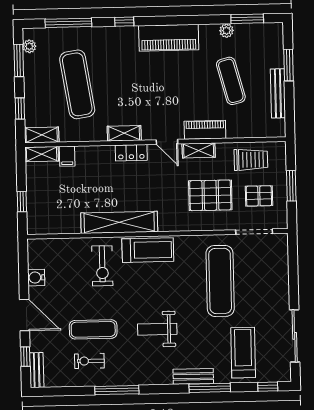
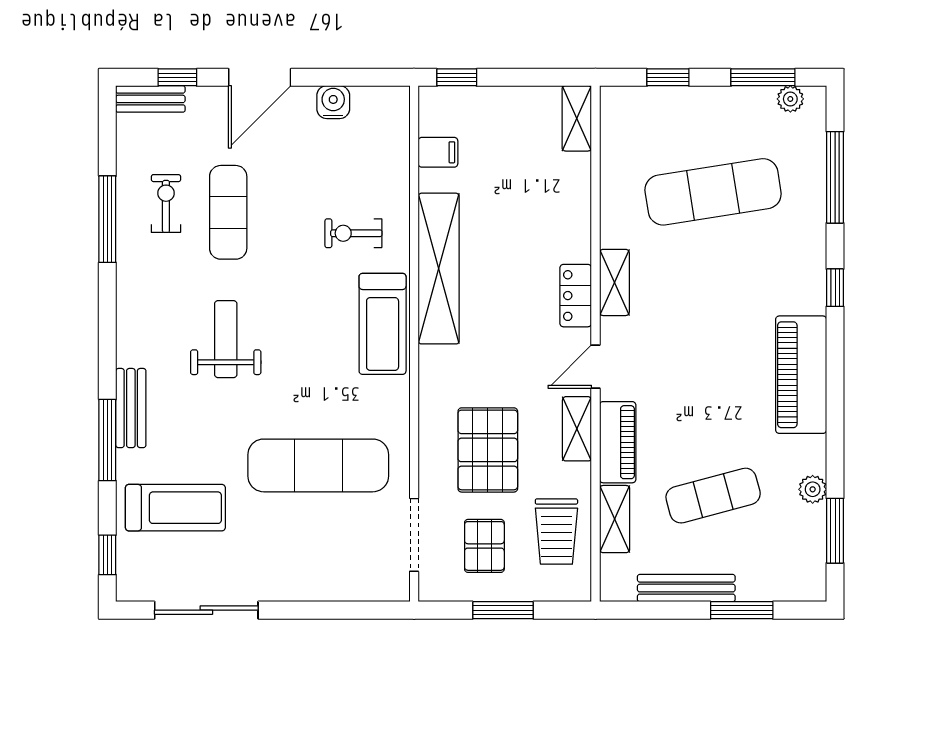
shelving: (42, 135) -> (615, 519), moved
filing cabinet: (67, 156) -> (438, 152), moved, turned 180
window: (22, 202) -> (457, 77), moved
exercise bike: (102, 266) -> (353, 233), width x0.73, depth x0.72
window: (117, 390) -> (107, 219), moved

